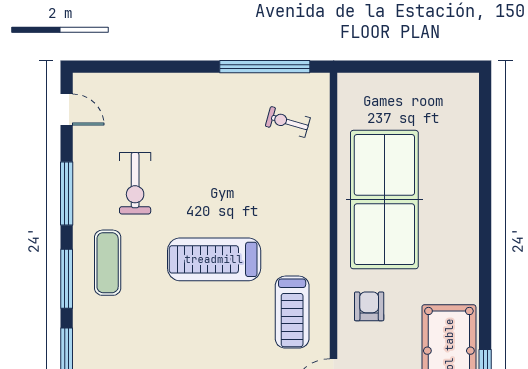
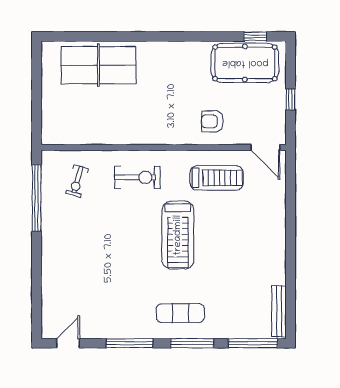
exercise bike: (135, 183) -> (137, 177), moved
table tennis table: (384, 200) -> (99, 65), moved, width x0.73, depth x0.76

